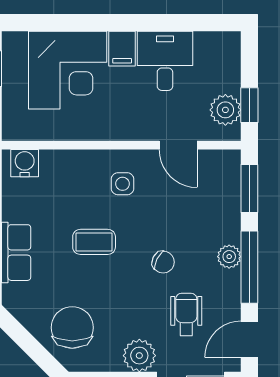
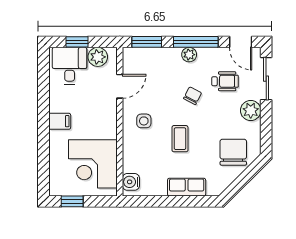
desk: (165, 61) -> (70, 66), moved, turned 90
corner desk: (68, 70) -> (93, 164), moved, turned 180
window: (249, 105) -> (77, 42), moved
wheelchair: (186, 314) -> (225, 81), turned 180
chair: (72, 328) -> (233, 152), turned 90

